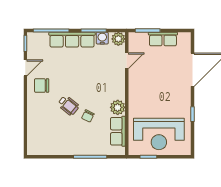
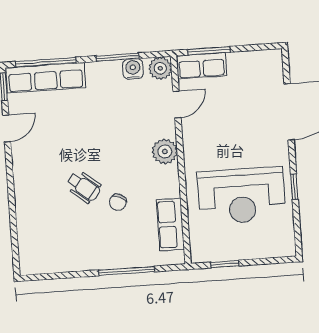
row of seats: (163, 39) -> (201, 66), moved
row of seats: (72, 40) -> (46, 78), moved
chair: (42, 85) -> (36, 156), removed
plant: (118, 107) -> (165, 151), moved
reception desk: (159, 134) -> (242, 196), moved

